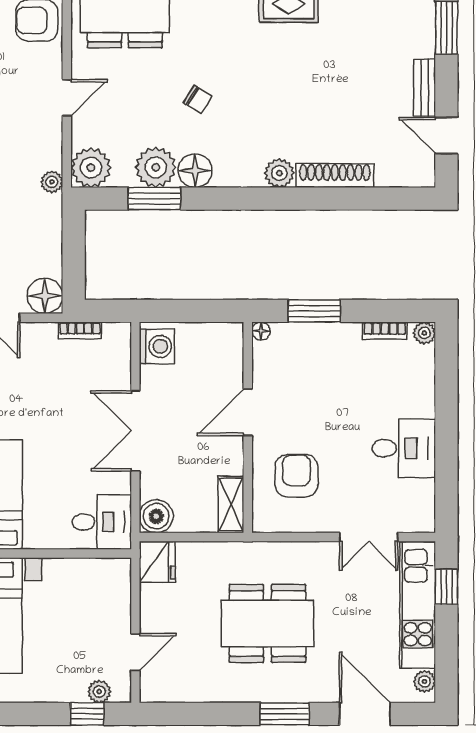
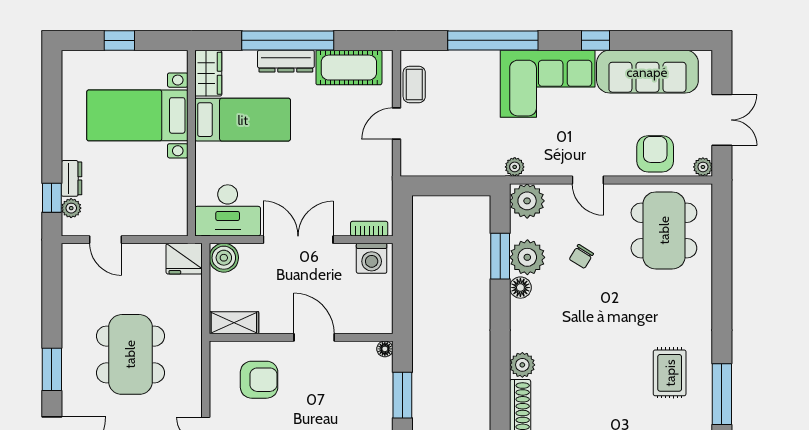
chair: (198, 99) -> (581, 256), moved
floor lamp: (195, 171) -> (520, 288), width x0.73, depth x0.73
floor lamp: (45, 296) -> (415, 161), removed
bookcase: (80, 330) -> (369, 229), moved, turned 90
desk: (102, 522) -> (228, 210), width x1.37
dresser: (65, 691) -> (72, 178), added

